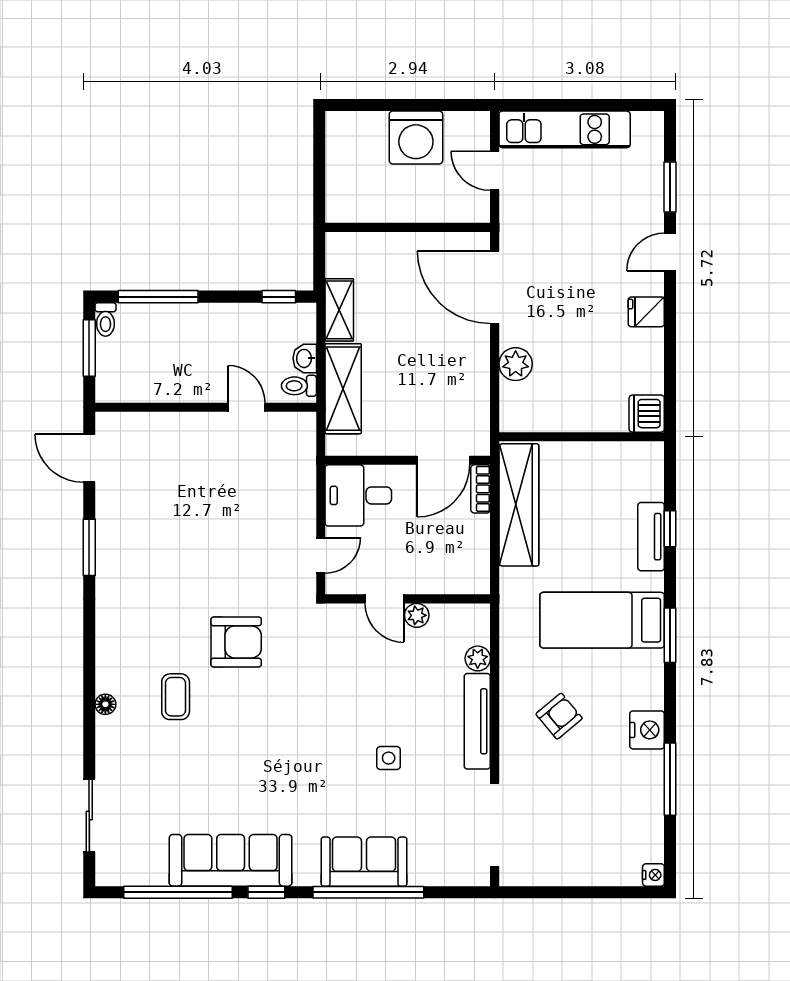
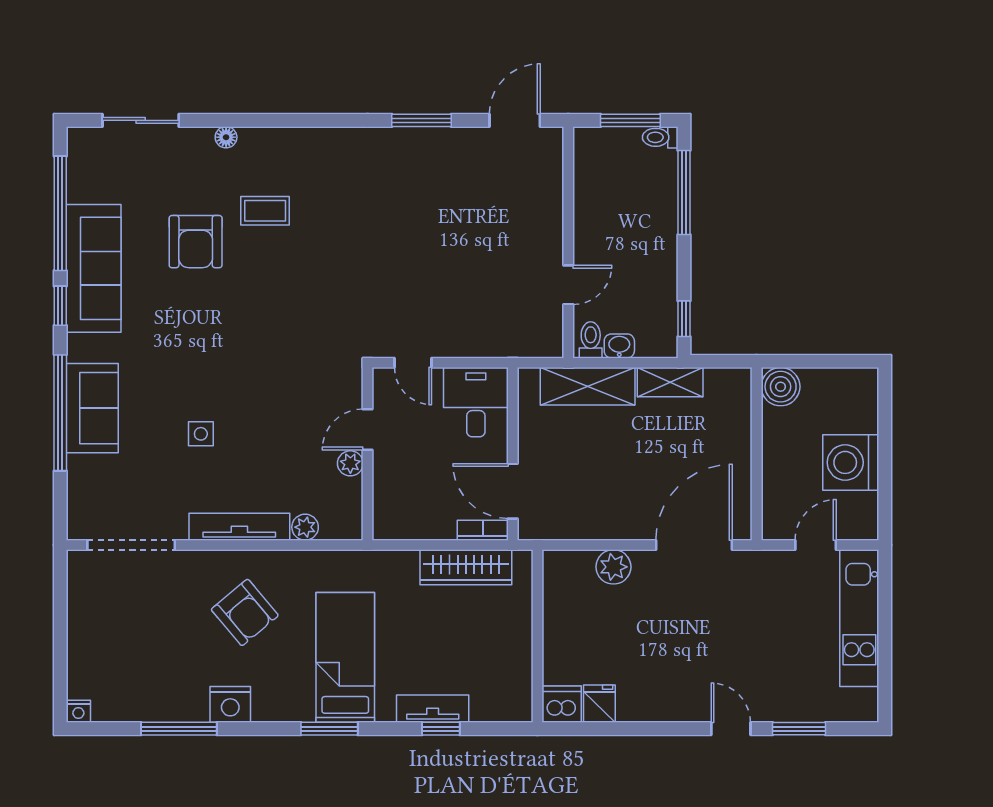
boiler: (344, 205) -> (781, 387), added
fridge: (646, 312) -> (599, 704), moved
wardrobe: (519, 505) -> (466, 567), width x0.71, depth x0.85
armchair: (236, 642) -> (196, 242), moved
floor lamp: (105, 704) -> (226, 137), moved
armchair: (559, 716) -> (245, 612), width x1.38, depth x1.38

